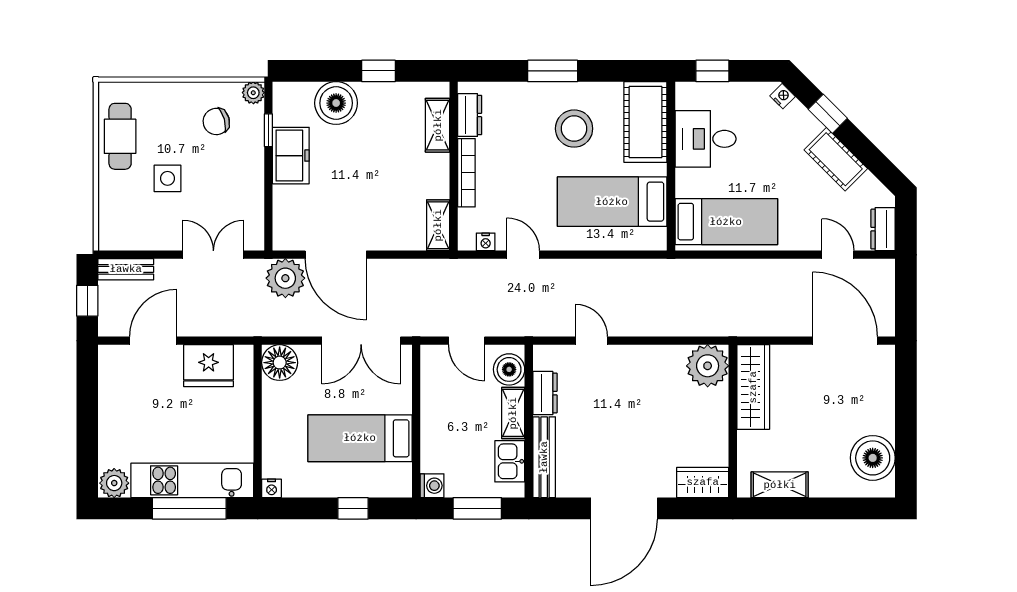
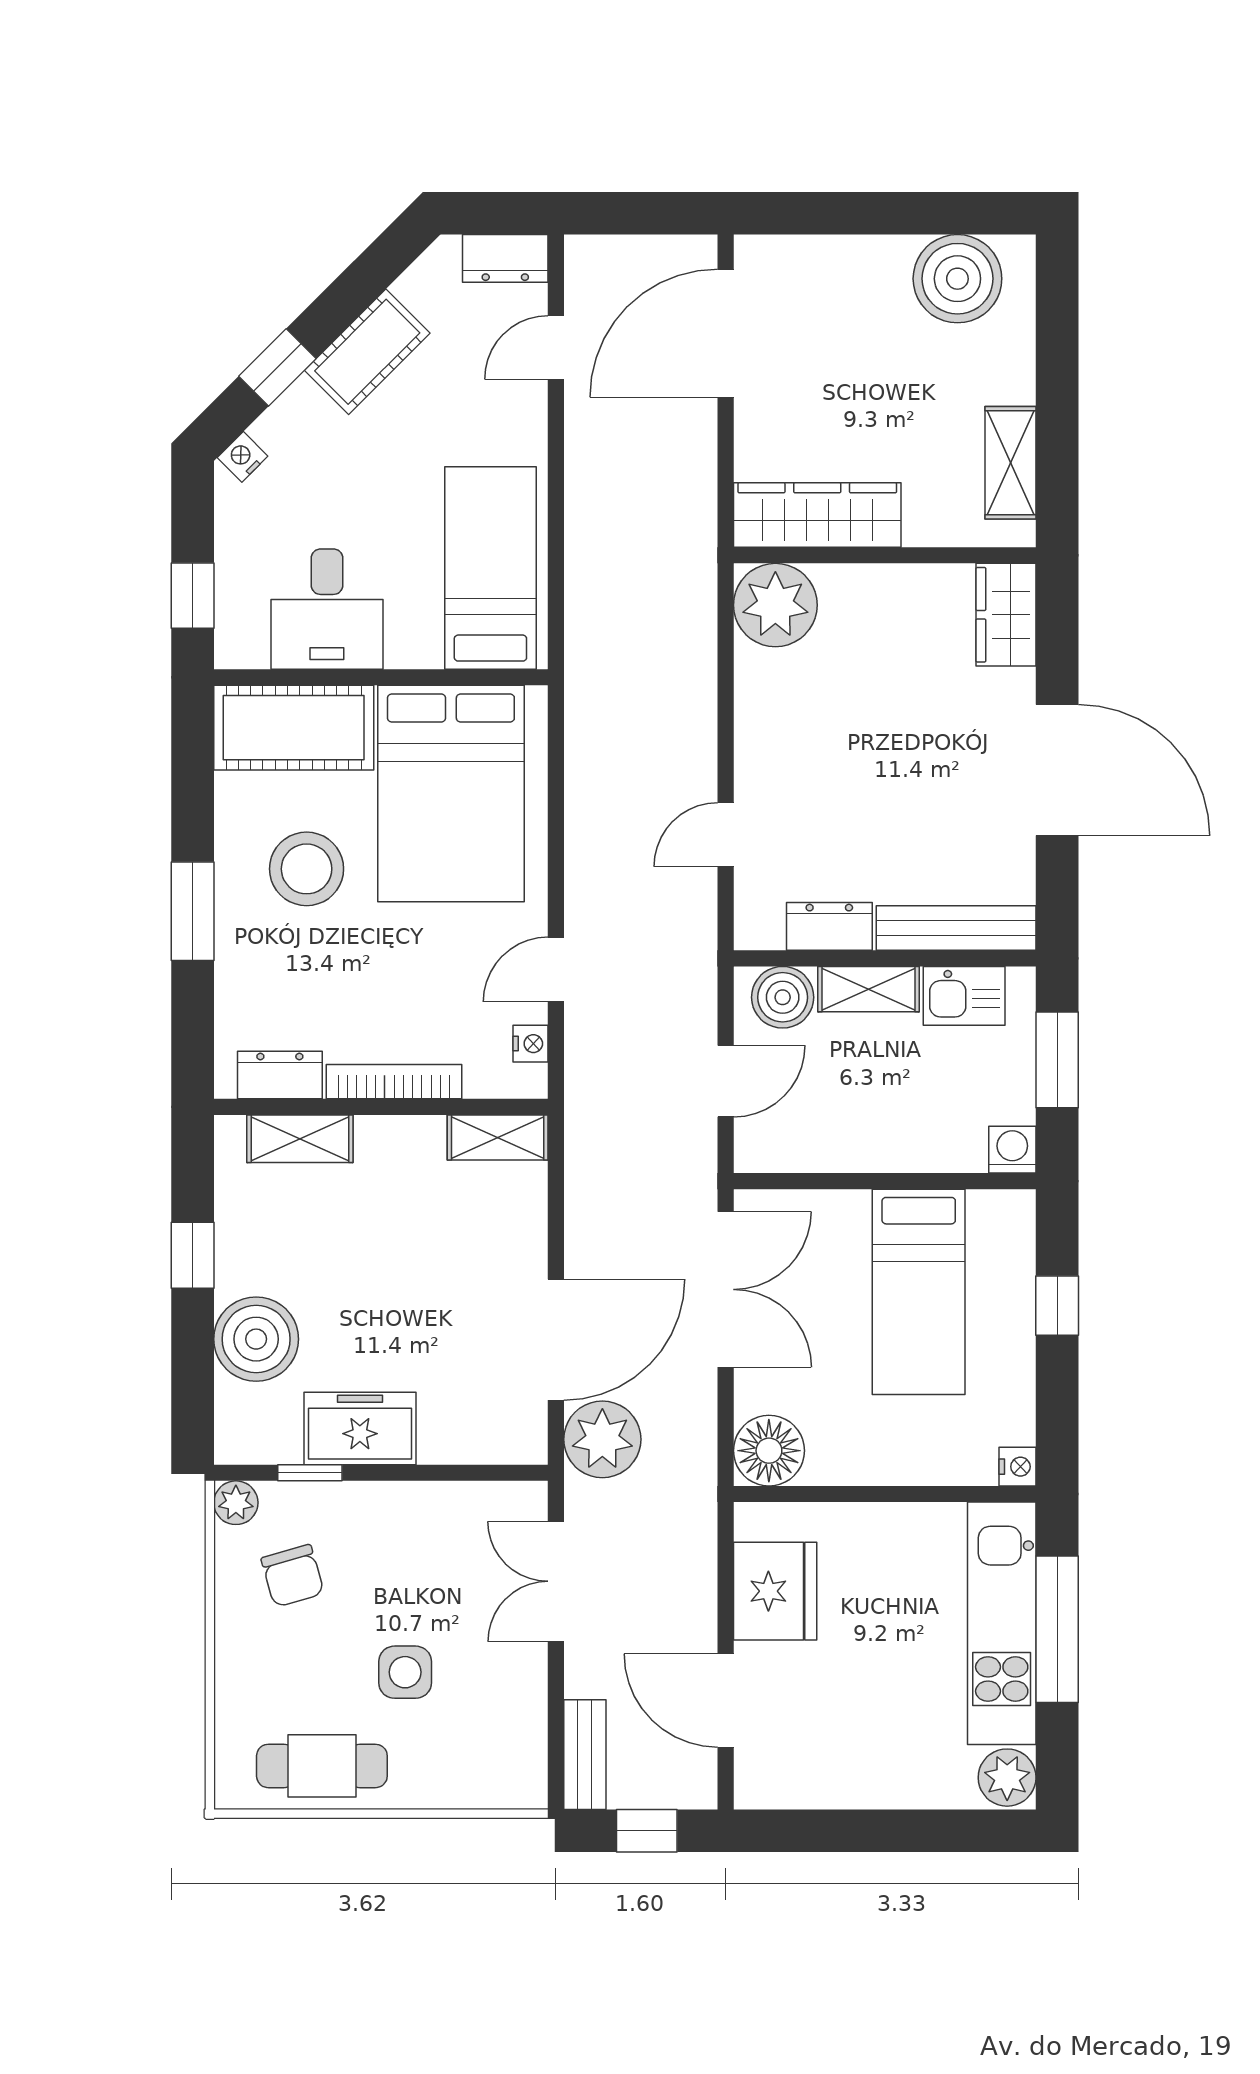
bed: (612, 202) -> (451, 794), width x1.50

